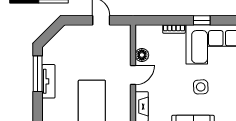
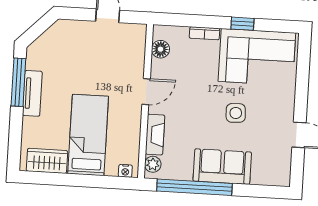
floor lamp: (142, 55) -> (160, 49), moved

